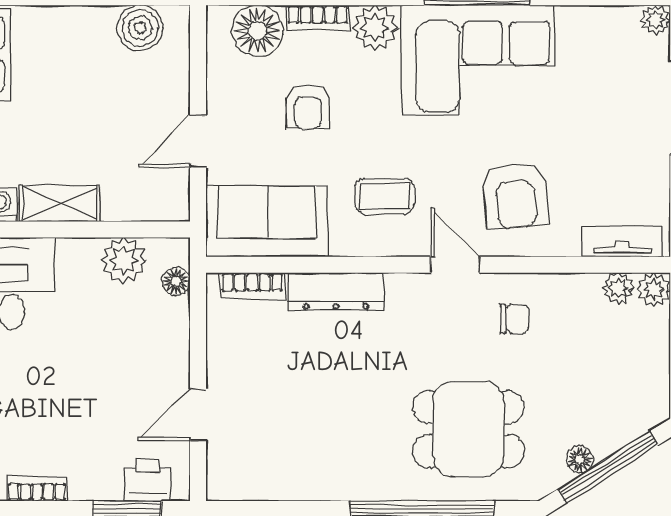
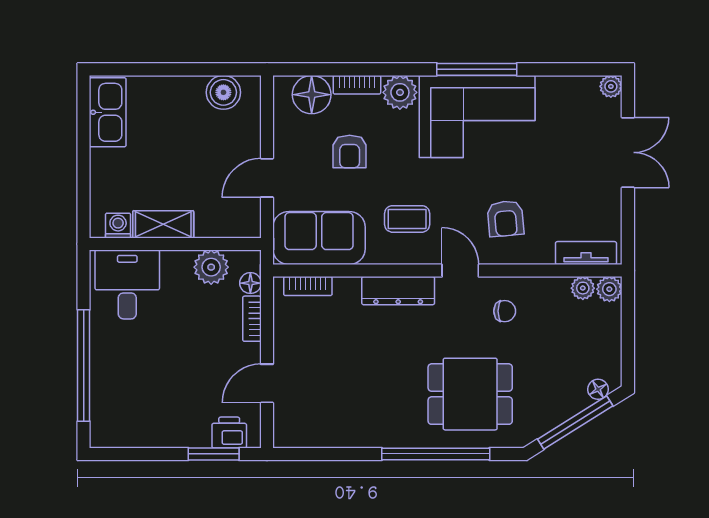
armchair: (515, 196) -> (505, 219), width x0.72, depth x0.72
dresser: (336, 292) -> (398, 291), moved
floor lamp: (580, 460) -> (598, 389), moved
bookcase: (37, 489) -> (252, 319), moved, turned -90

